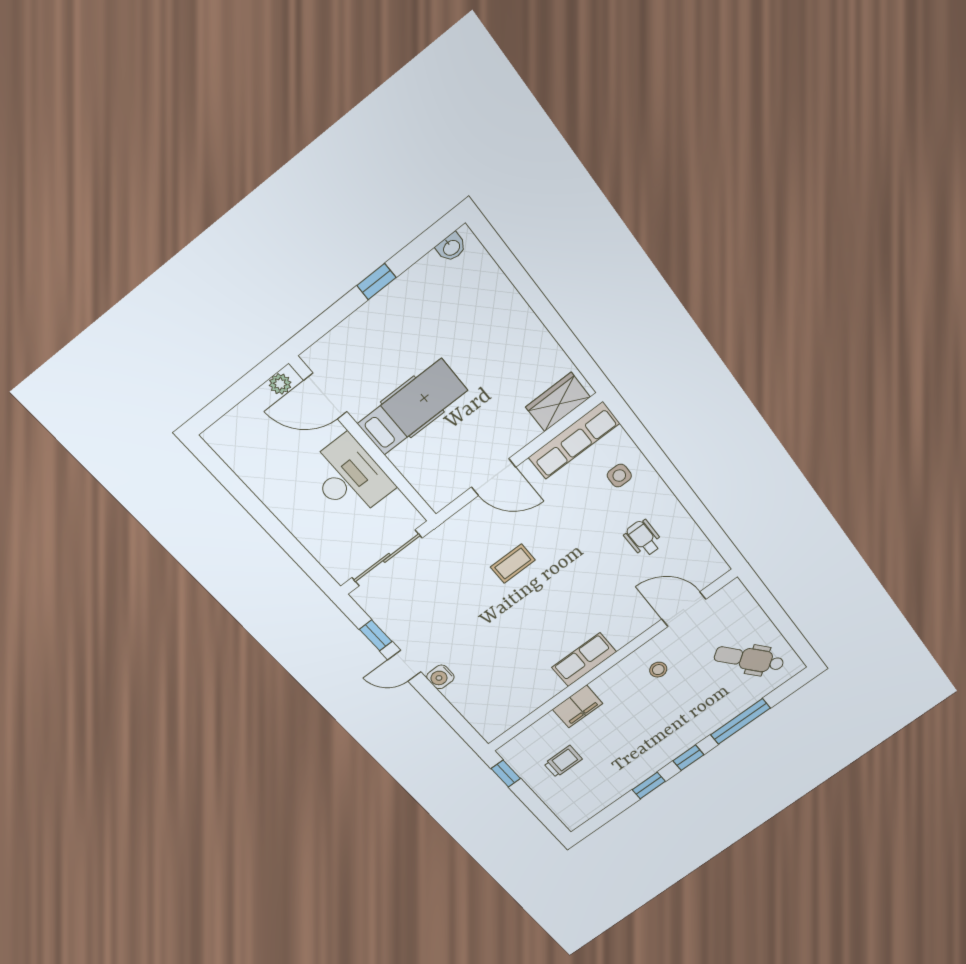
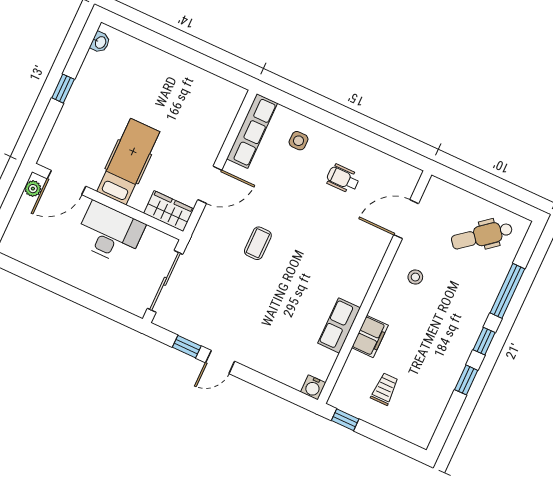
wardrobe: (558, 402) -> (169, 211), moved, turned 90
row of seats: (584, 660) -> (339, 325), moved
water cooler: (440, 677) -> (313, 387), moved

